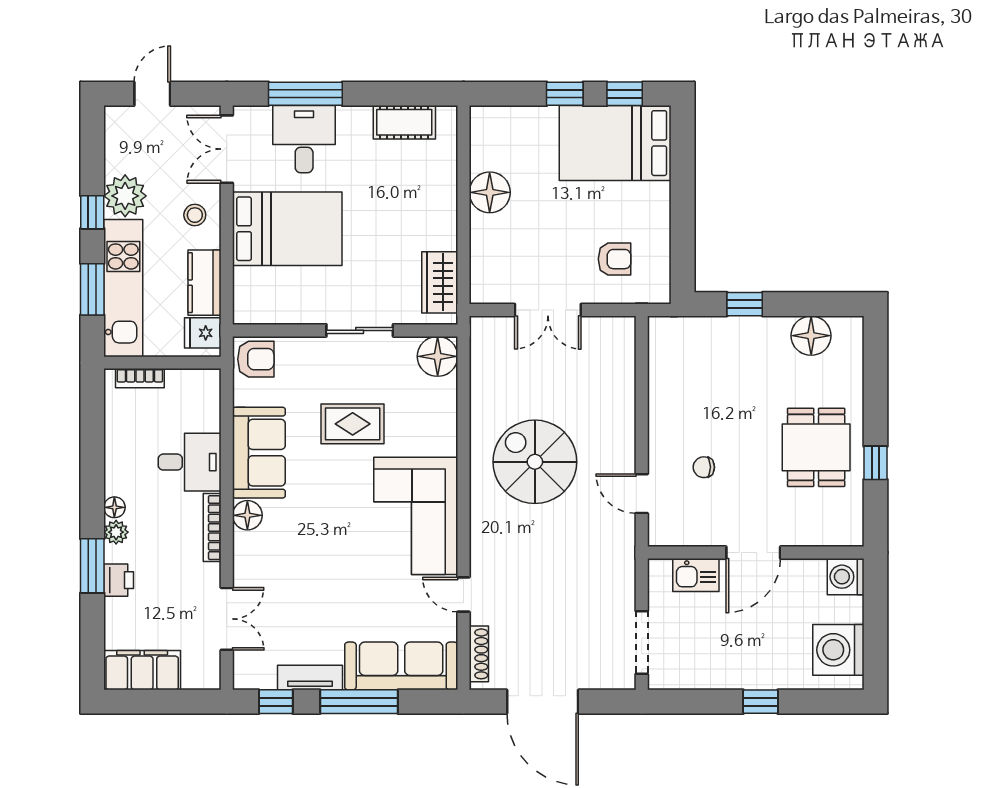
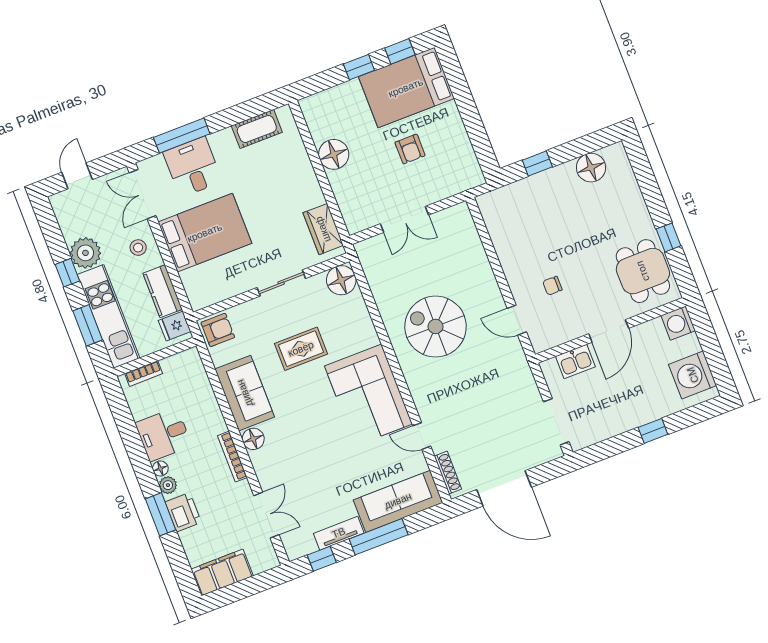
armchair: (614, 259) -> (410, 149), moved, turned 90
dining table: (816, 447) -> (643, 271), moved
desk: (190, 462) -> (163, 434), moved, turned 180
printer: (119, 580) -> (183, 512), width x1.36, depth x1.24

